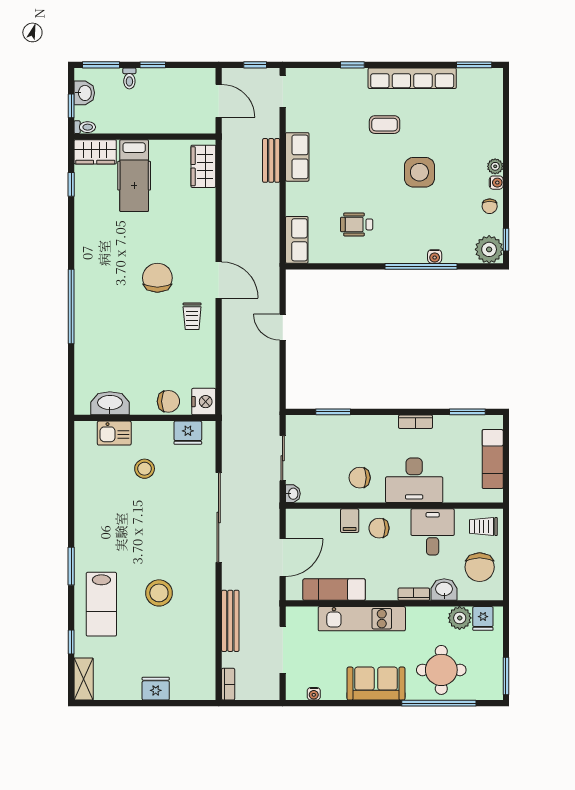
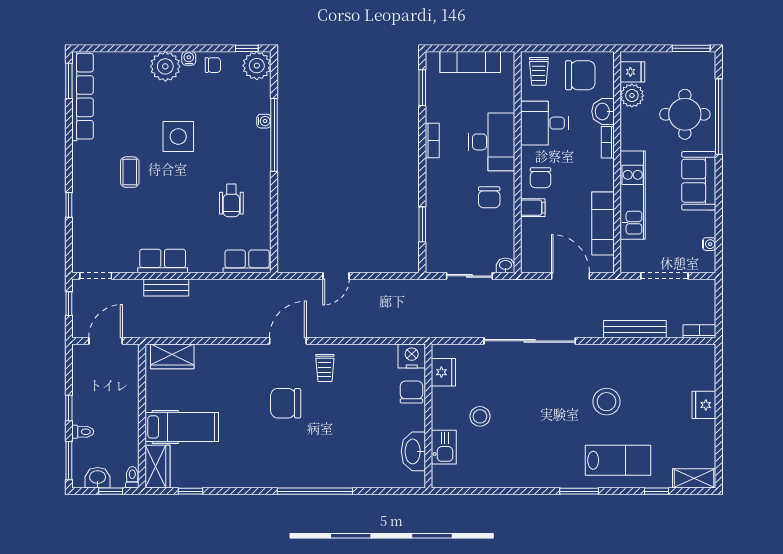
row of seats: (412, 78) -> (83, 96), moved
plant: (495, 166) -> (165, 66), width x1.87, depth x1.87
trolley: (192, 316) -> (325, 368), turned 90

